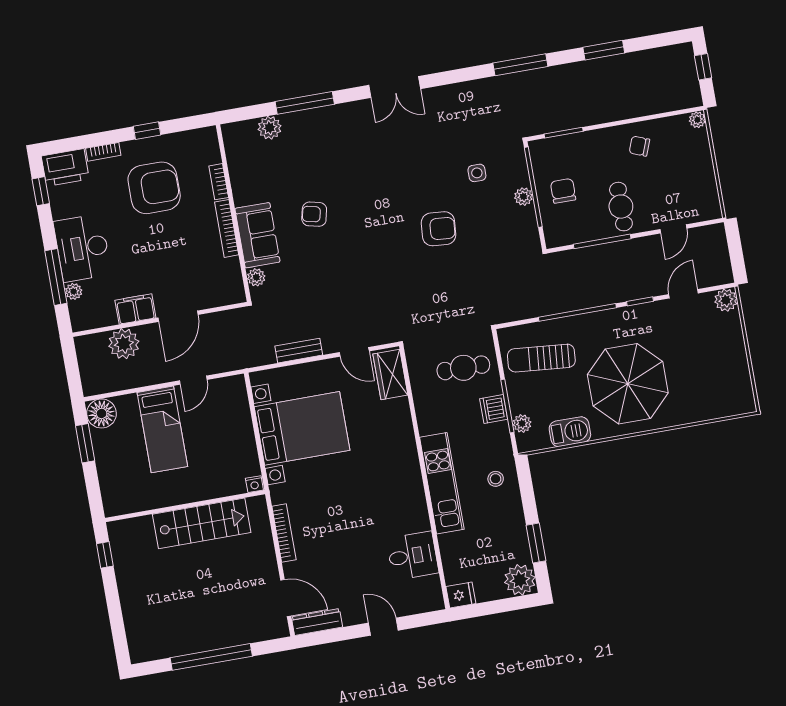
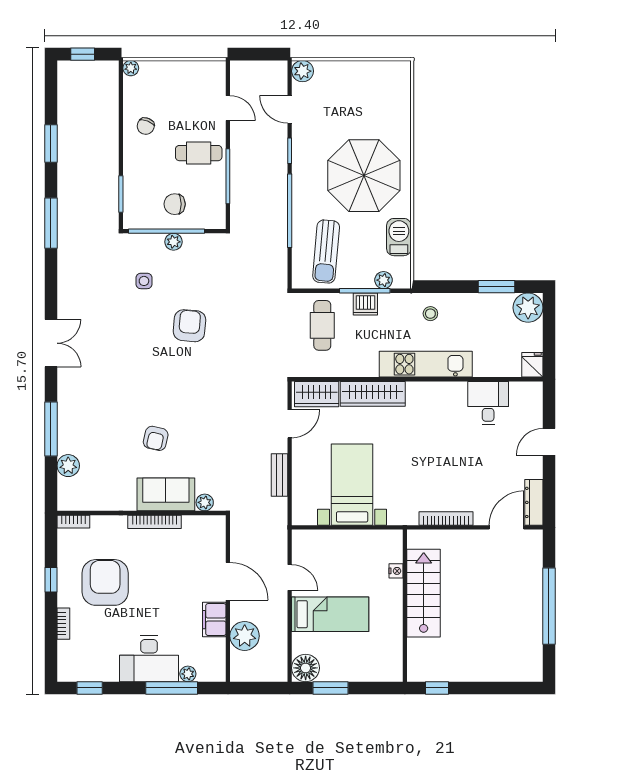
printer: (65, 168) -> (72, 661), removed
bookcase: (219, 182) -> (73, 522), moved
bed with nightstands: (302, 428) -> (352, 485), width x0.73
wardrobe: (401, 433) -> (373, 394), added
nightstand: (254, 484) -> (396, 571), moved

